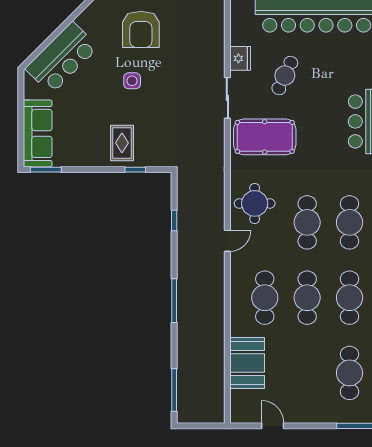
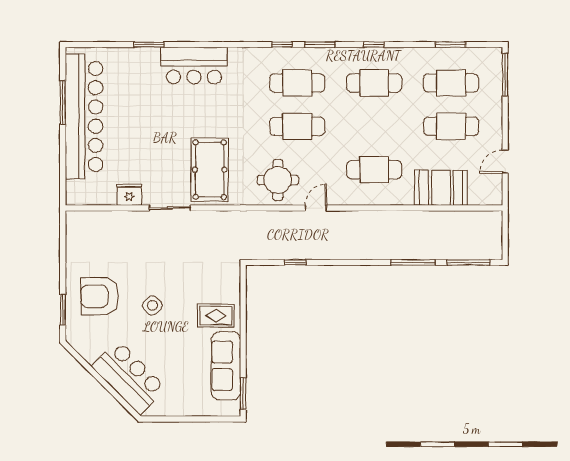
armchair: (141, 29) -> (100, 296), turned 180
cafe table: (285, 76) -> (147, 149), removed
side table: (132, 81) -> (152, 305), turned 45
sofa: (38, 133) -> (226, 366), moved, turned -90
window: (135, 170) -> (243, 302), removed
door: (227, 241) -> (316, 208), hinge flipped
cafe table: (307, 298) -> (451, 126), moved
window: (174, 301) -> (413, 262), moved

